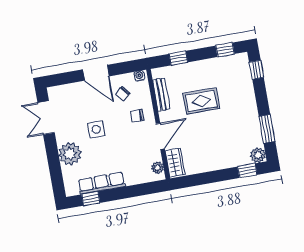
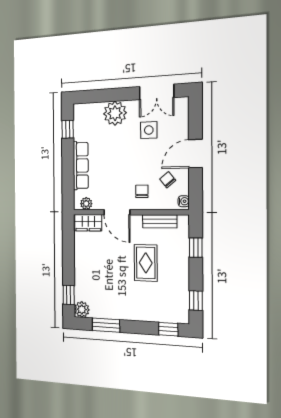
double door: (46, 118) -> (157, 92), swing flipped
side table: (96, 129) -> (149, 130), moved
row of seats: (101, 183) -> (81, 166), moved

